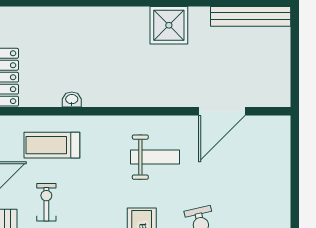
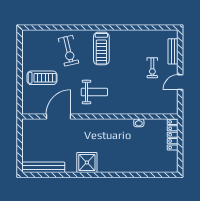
treadmill: (52, 145) -> (42, 78), moved
weight bench: (155, 157) -> (94, 92), turned 180

